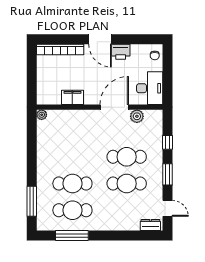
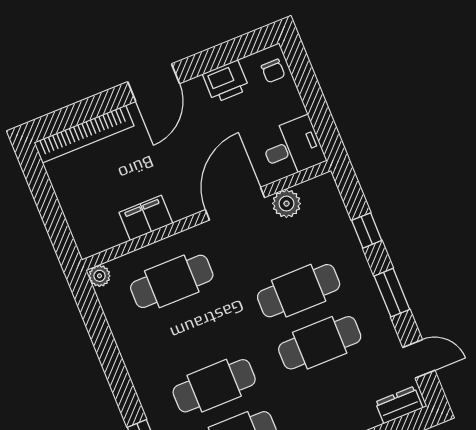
door: (100, 39) -> (154, 83), hinge flipped
printer: (121, 52) -> (226, 81), moved
desk: (150, 88) -> (293, 148), width x0.73
cafe table: (72, 130) -> (172, 281), added

